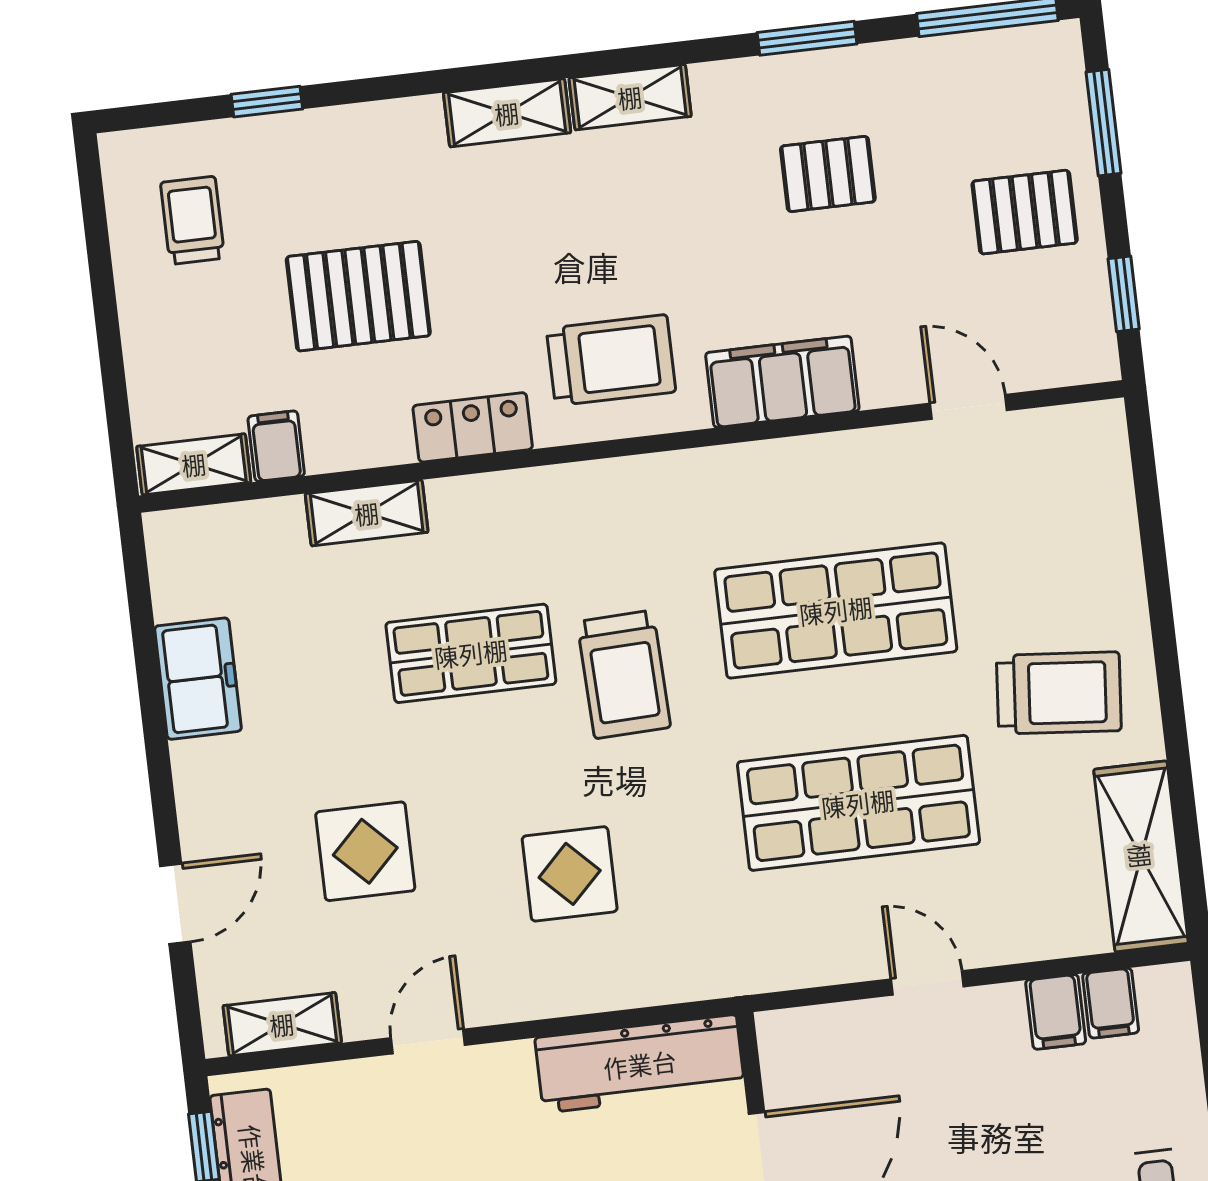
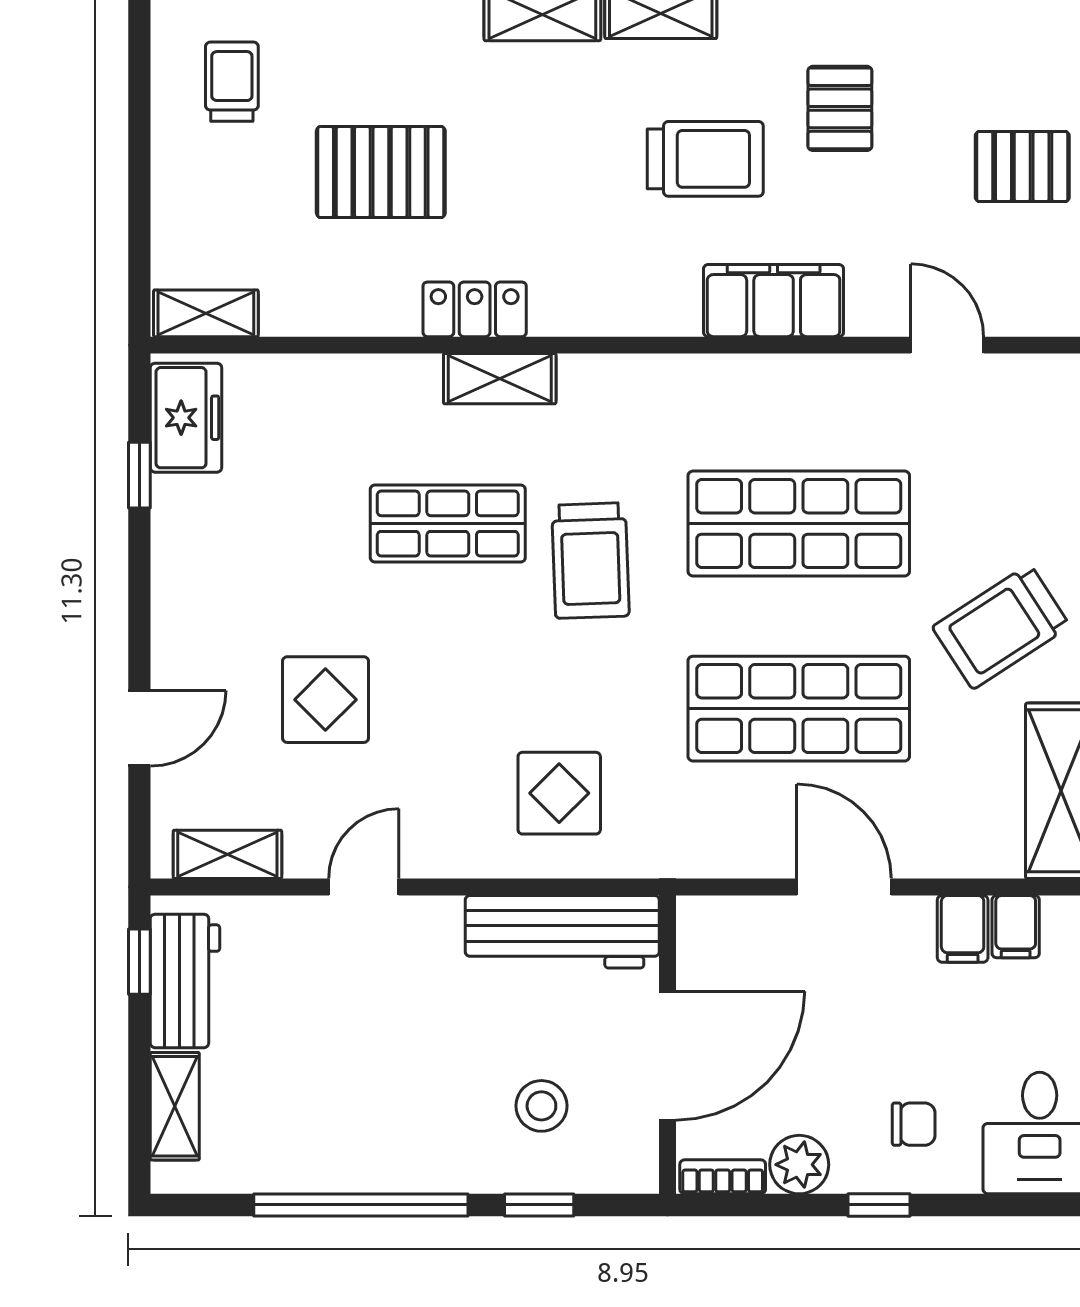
pallet: (828, 174) -> (840, 108), turned 90
trolley: (611, 360) -> (705, 159), moved
filing cabinet: (276, 446) -> (286, 305), removed
shelving: (367, 513) -> (500, 379), moved
window: (144, 641) -> (139, 475), added
freezer: (198, 679) -> (186, 418), moved
trolley: (1059, 693) -> (1001, 627), turned 142
display table: (570, 874) -> (559, 793), moved
door: (927, 983) -> (844, 887), width x1.38

